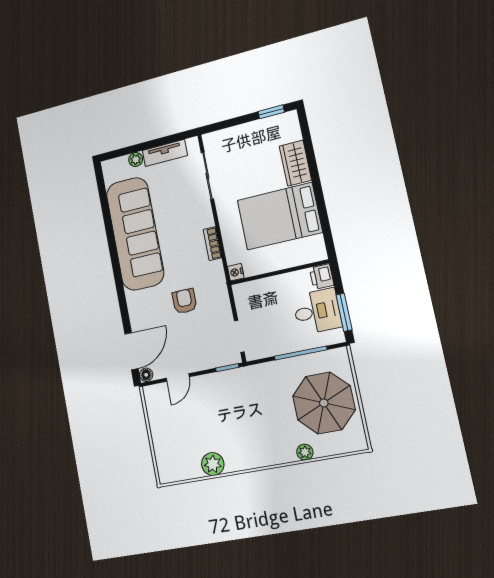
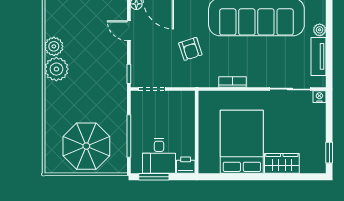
nightstand: (236, 272) -> (319, 97), moved
armchair: (185, 301) -> (190, 49), turned 72
plant: (305, 452) -> (56, 69), moved, width x1.88, depth x1.88

